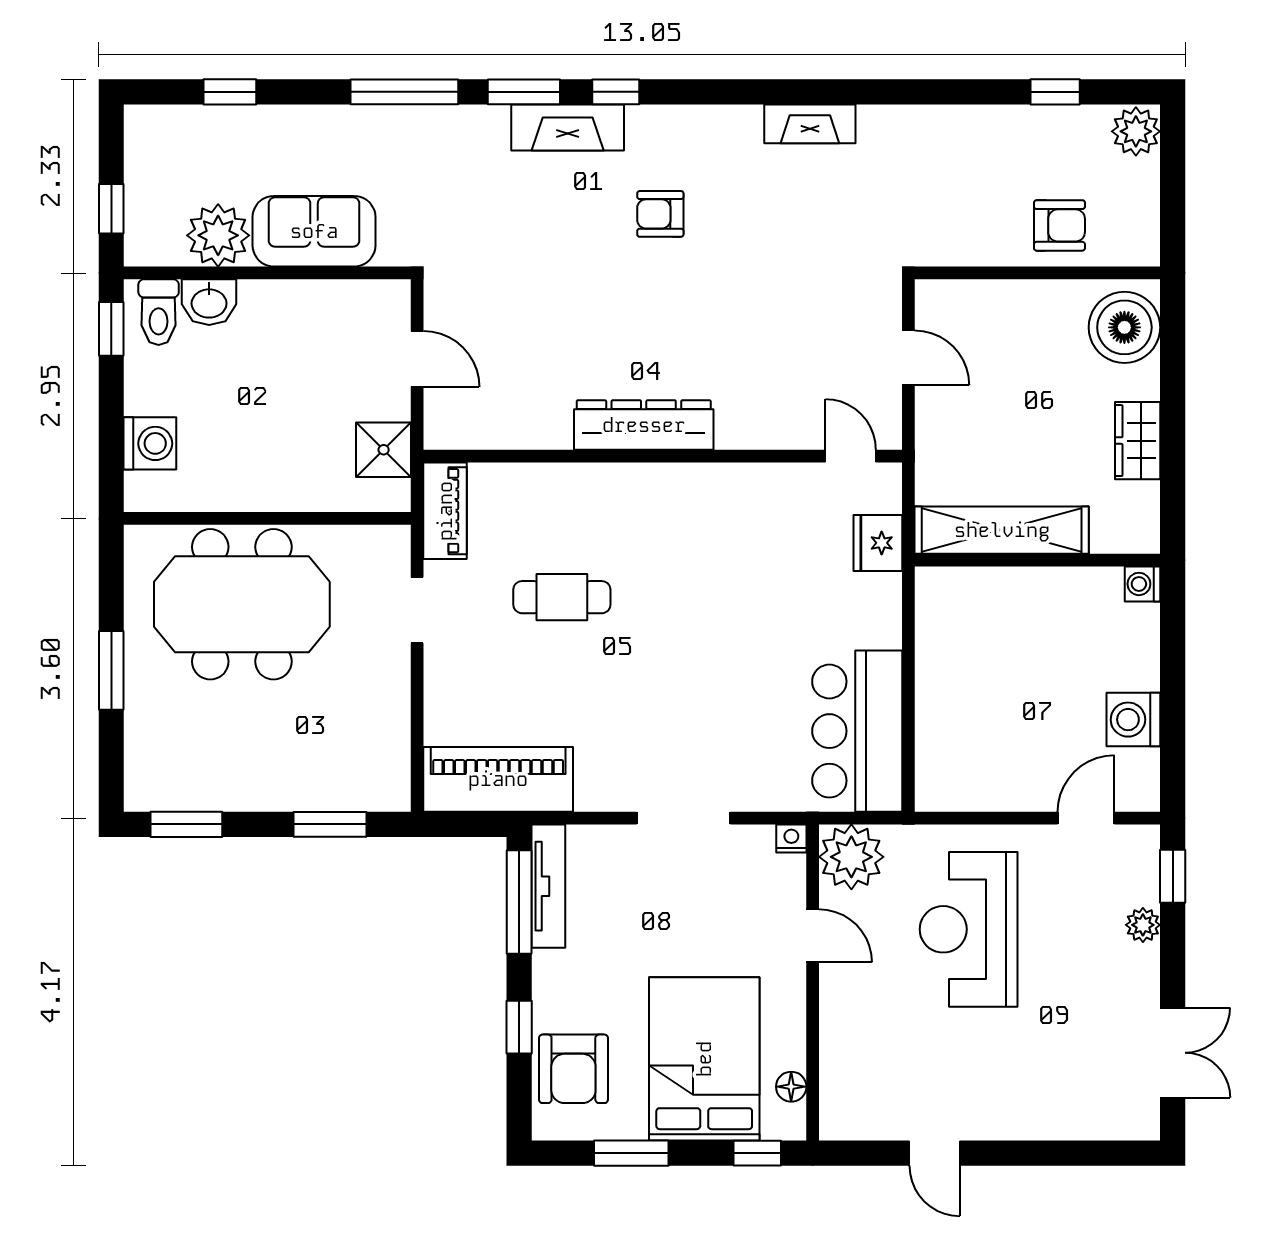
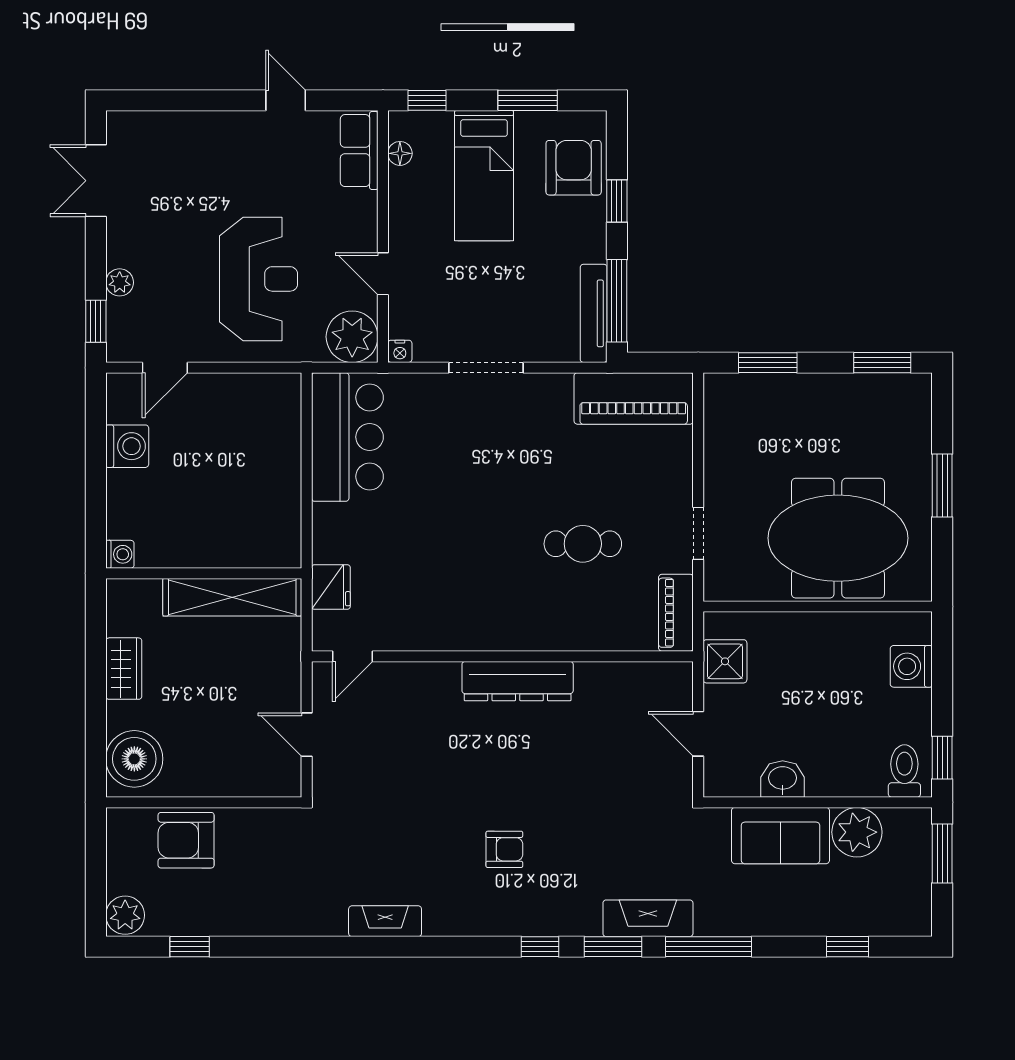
fireplace: (568, 127) -> (648, 918), moved
window: (111, 209) -> (942, 853), width x1.50
armchair: (1059, 225) -> (186, 840), width x1.38, depth x1.38
washbasin: (209, 302) -> (783, 779), moved
door: (851, 456) -> (353, 656), hinge flipped
bed: (704, 1059) -> (484, 176), width x0.67
row of seats: (842, 1090) -> (359, 151), added

